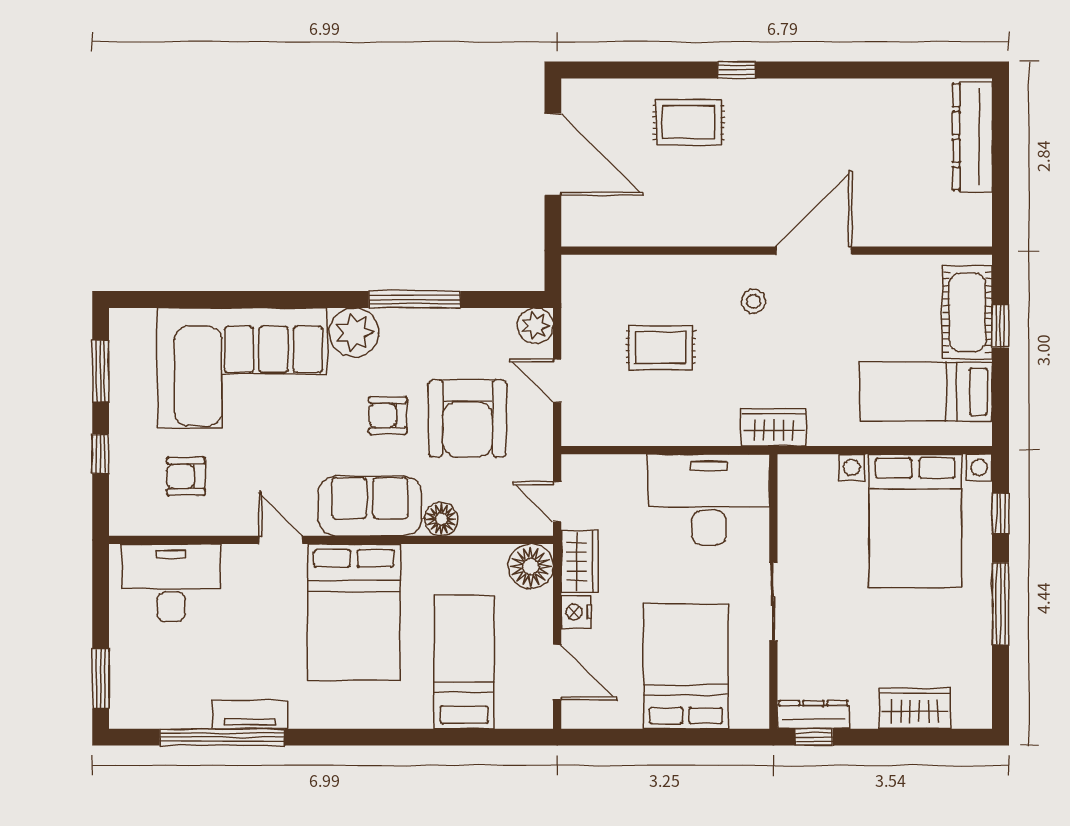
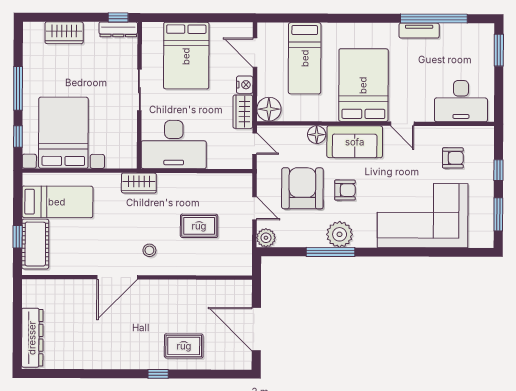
plant: (354, 332) -> (340, 234), moved

